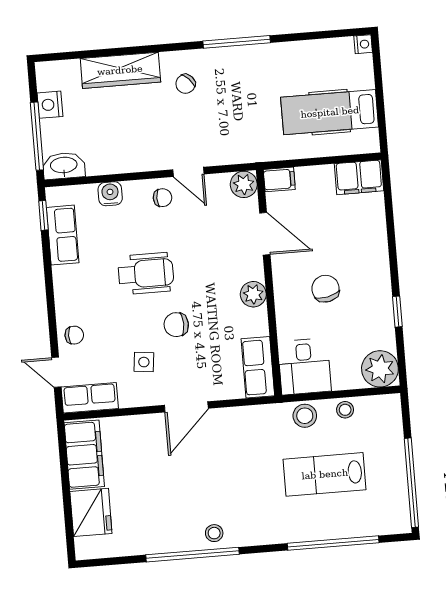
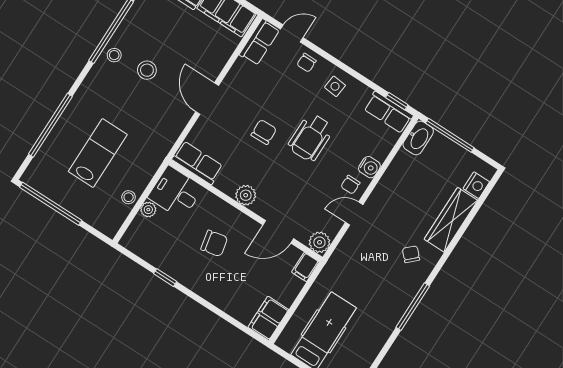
nightstand: (50, 105) -> (476, 185), moved, turned 90
water cooler: (110, 194) -> (369, 167), moved
row of seats: (63, 235) -> (388, 112), moved
side table: (144, 362) -> (335, 86), moved
plant: (380, 369) -> (148, 210), moved, width x0.53, depth x0.53
stool: (305, 416) -> (147, 70), moved

